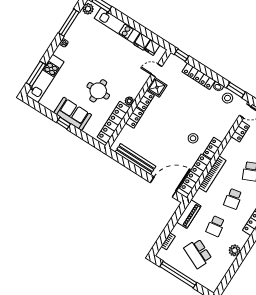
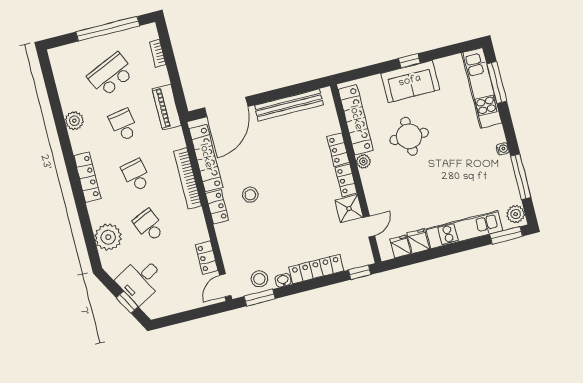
school desk: (198, 253) -> (111, 75), turned -48

